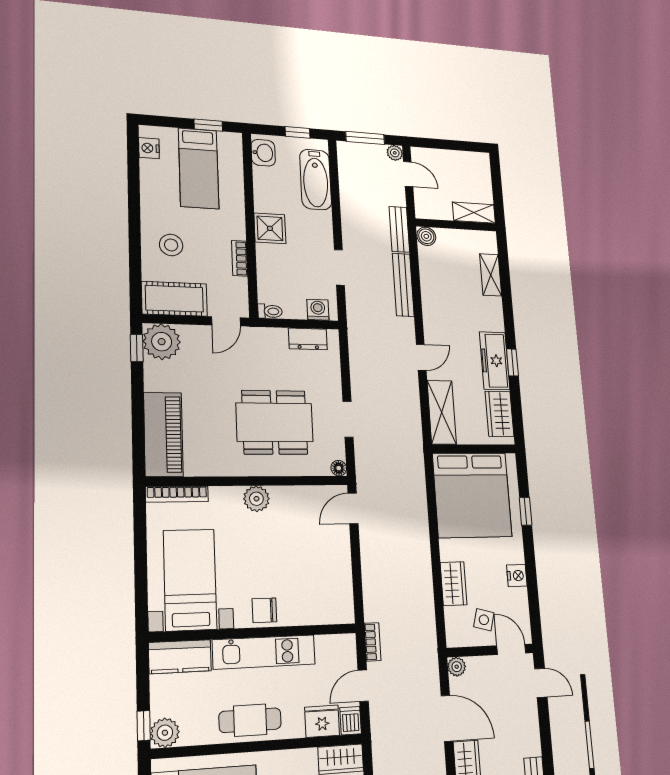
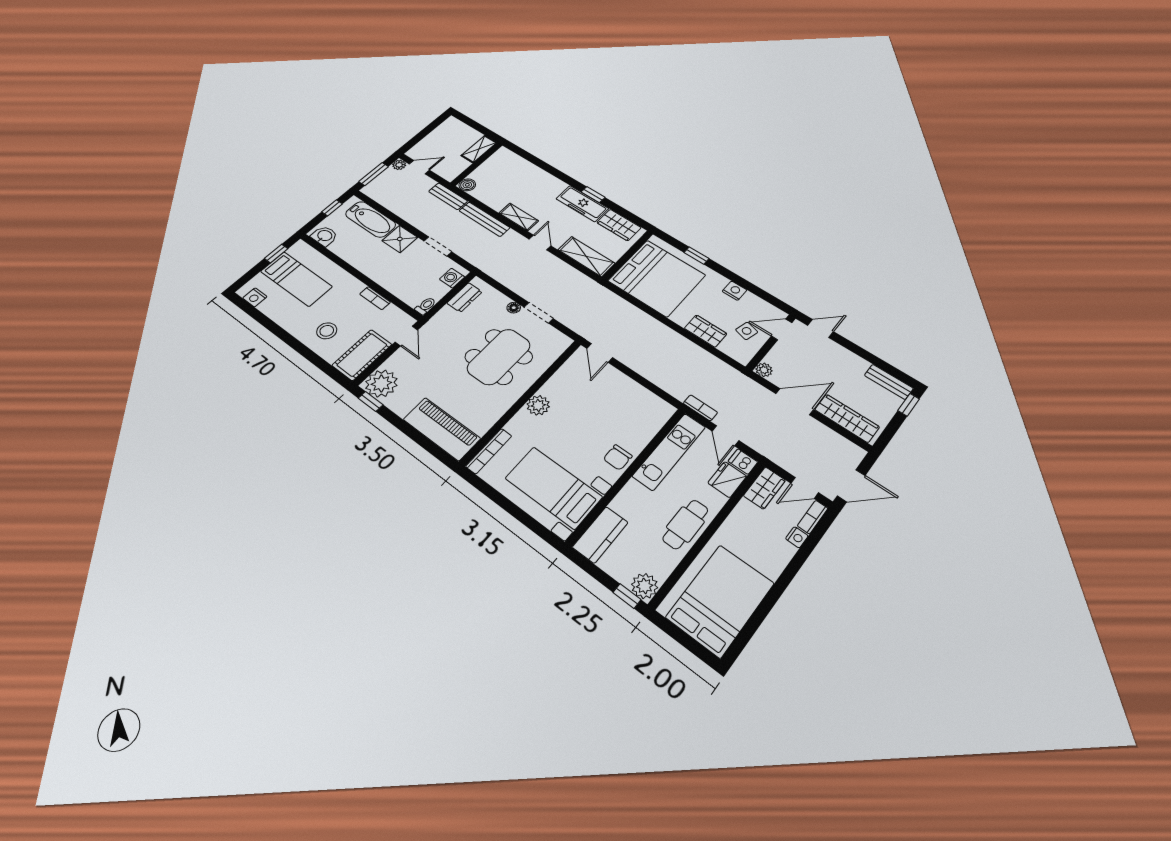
shower: (270, 228) -> (400, 239), moved
shelving: (491, 275) -> (519, 217), moved
floor lamp: (339, 468) -> (514, 308), moved
kitchen unit: (264, 652) -> (669, 452), moved

